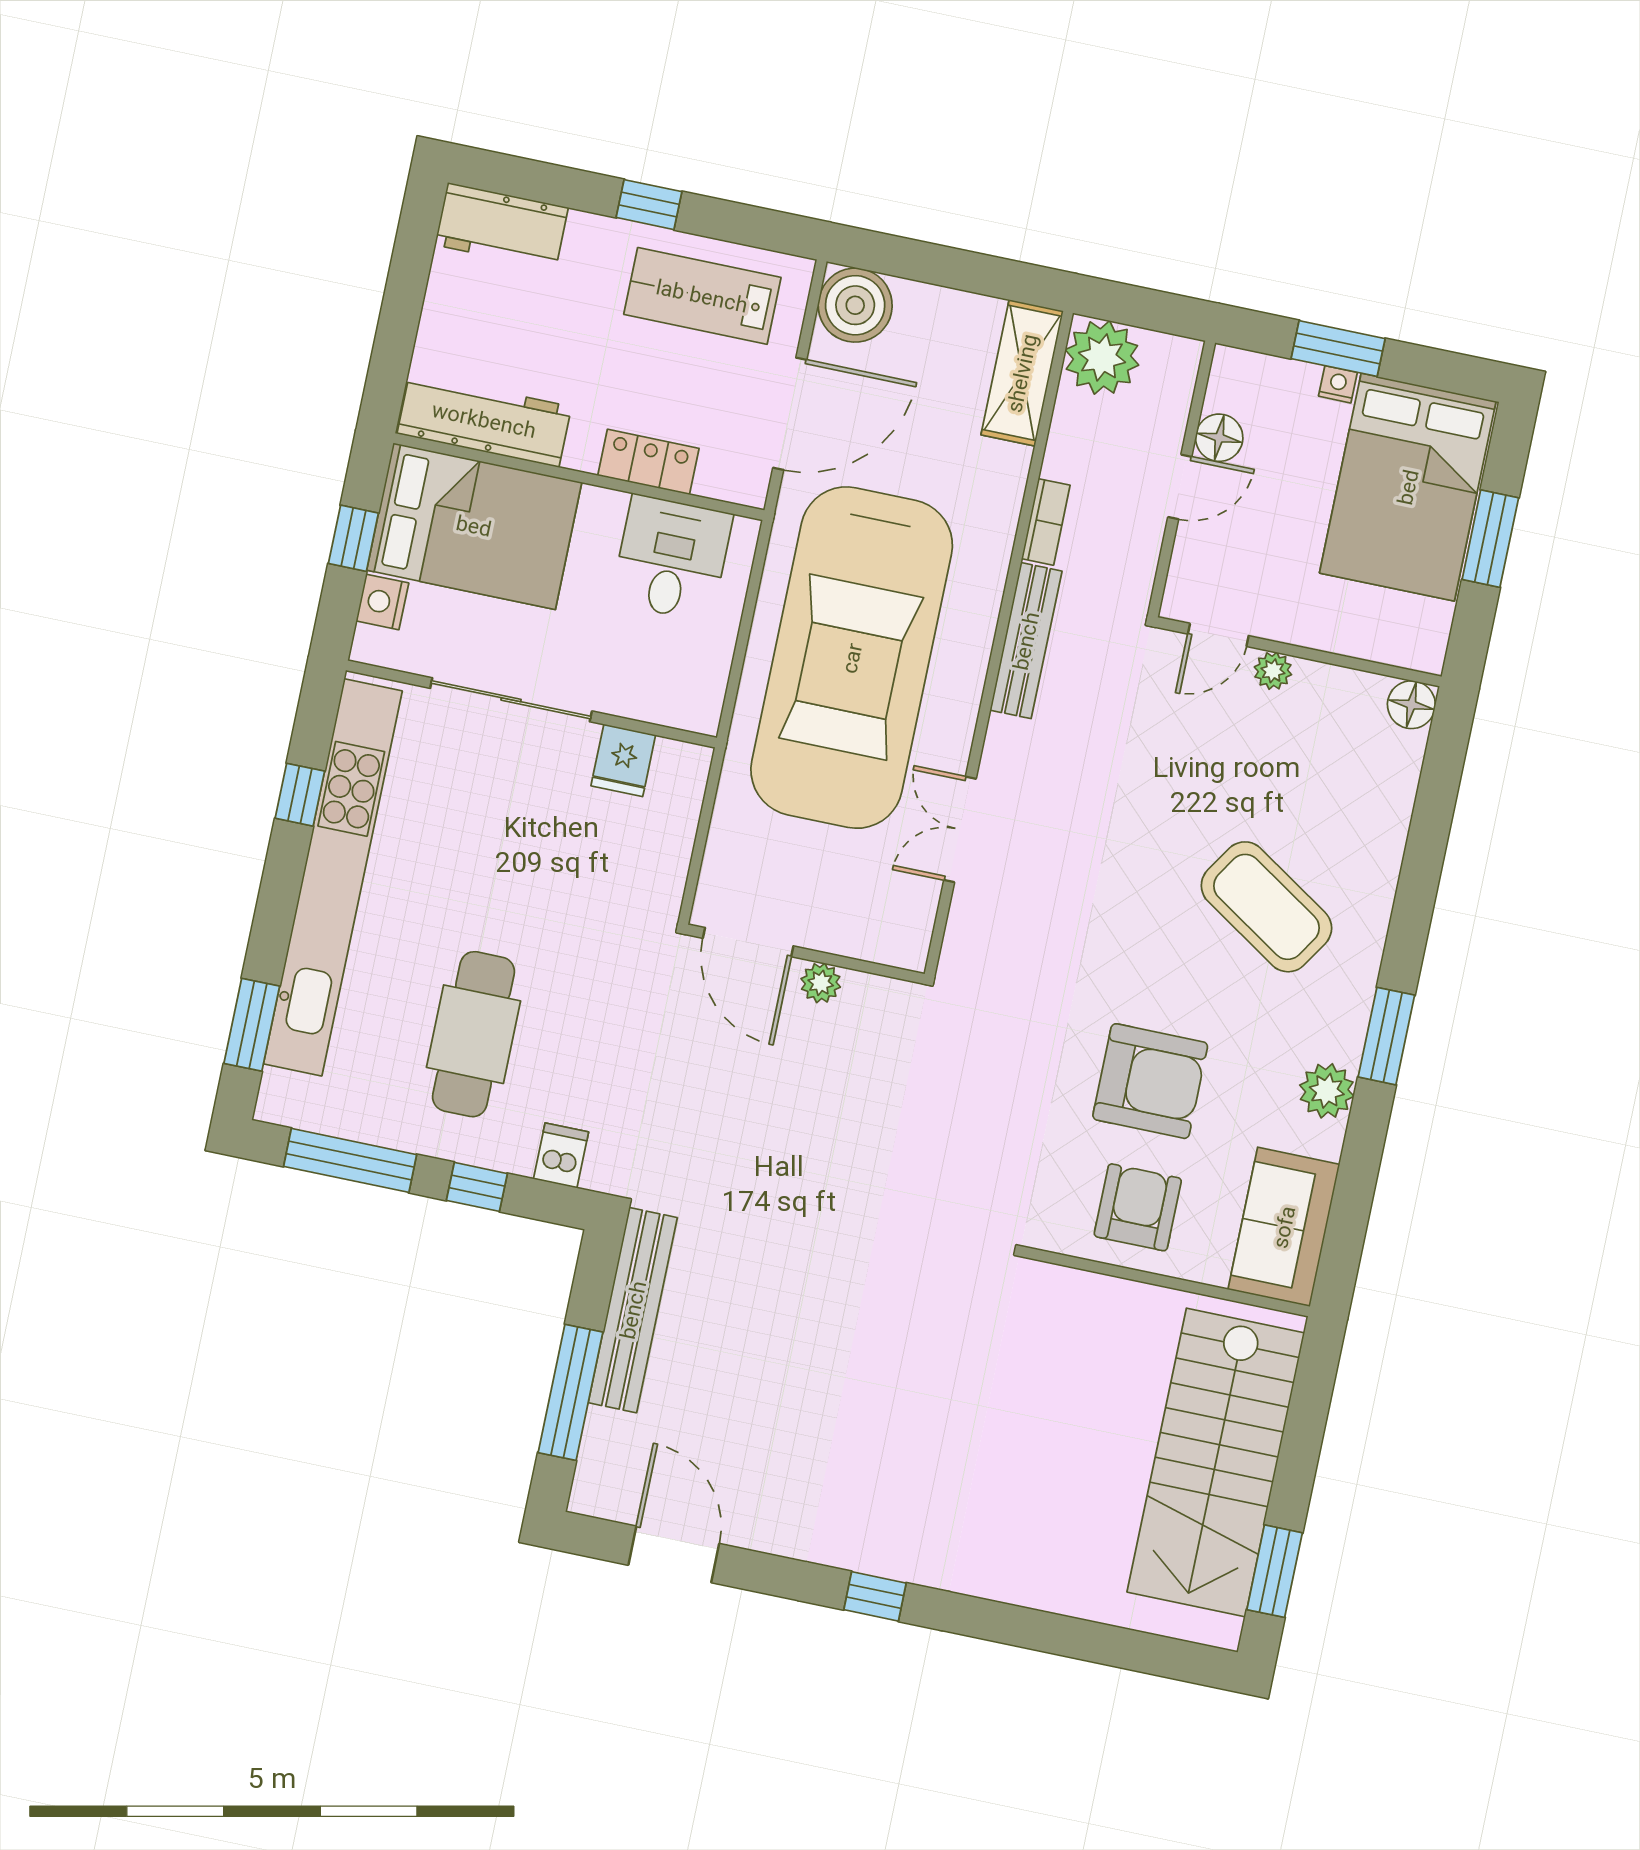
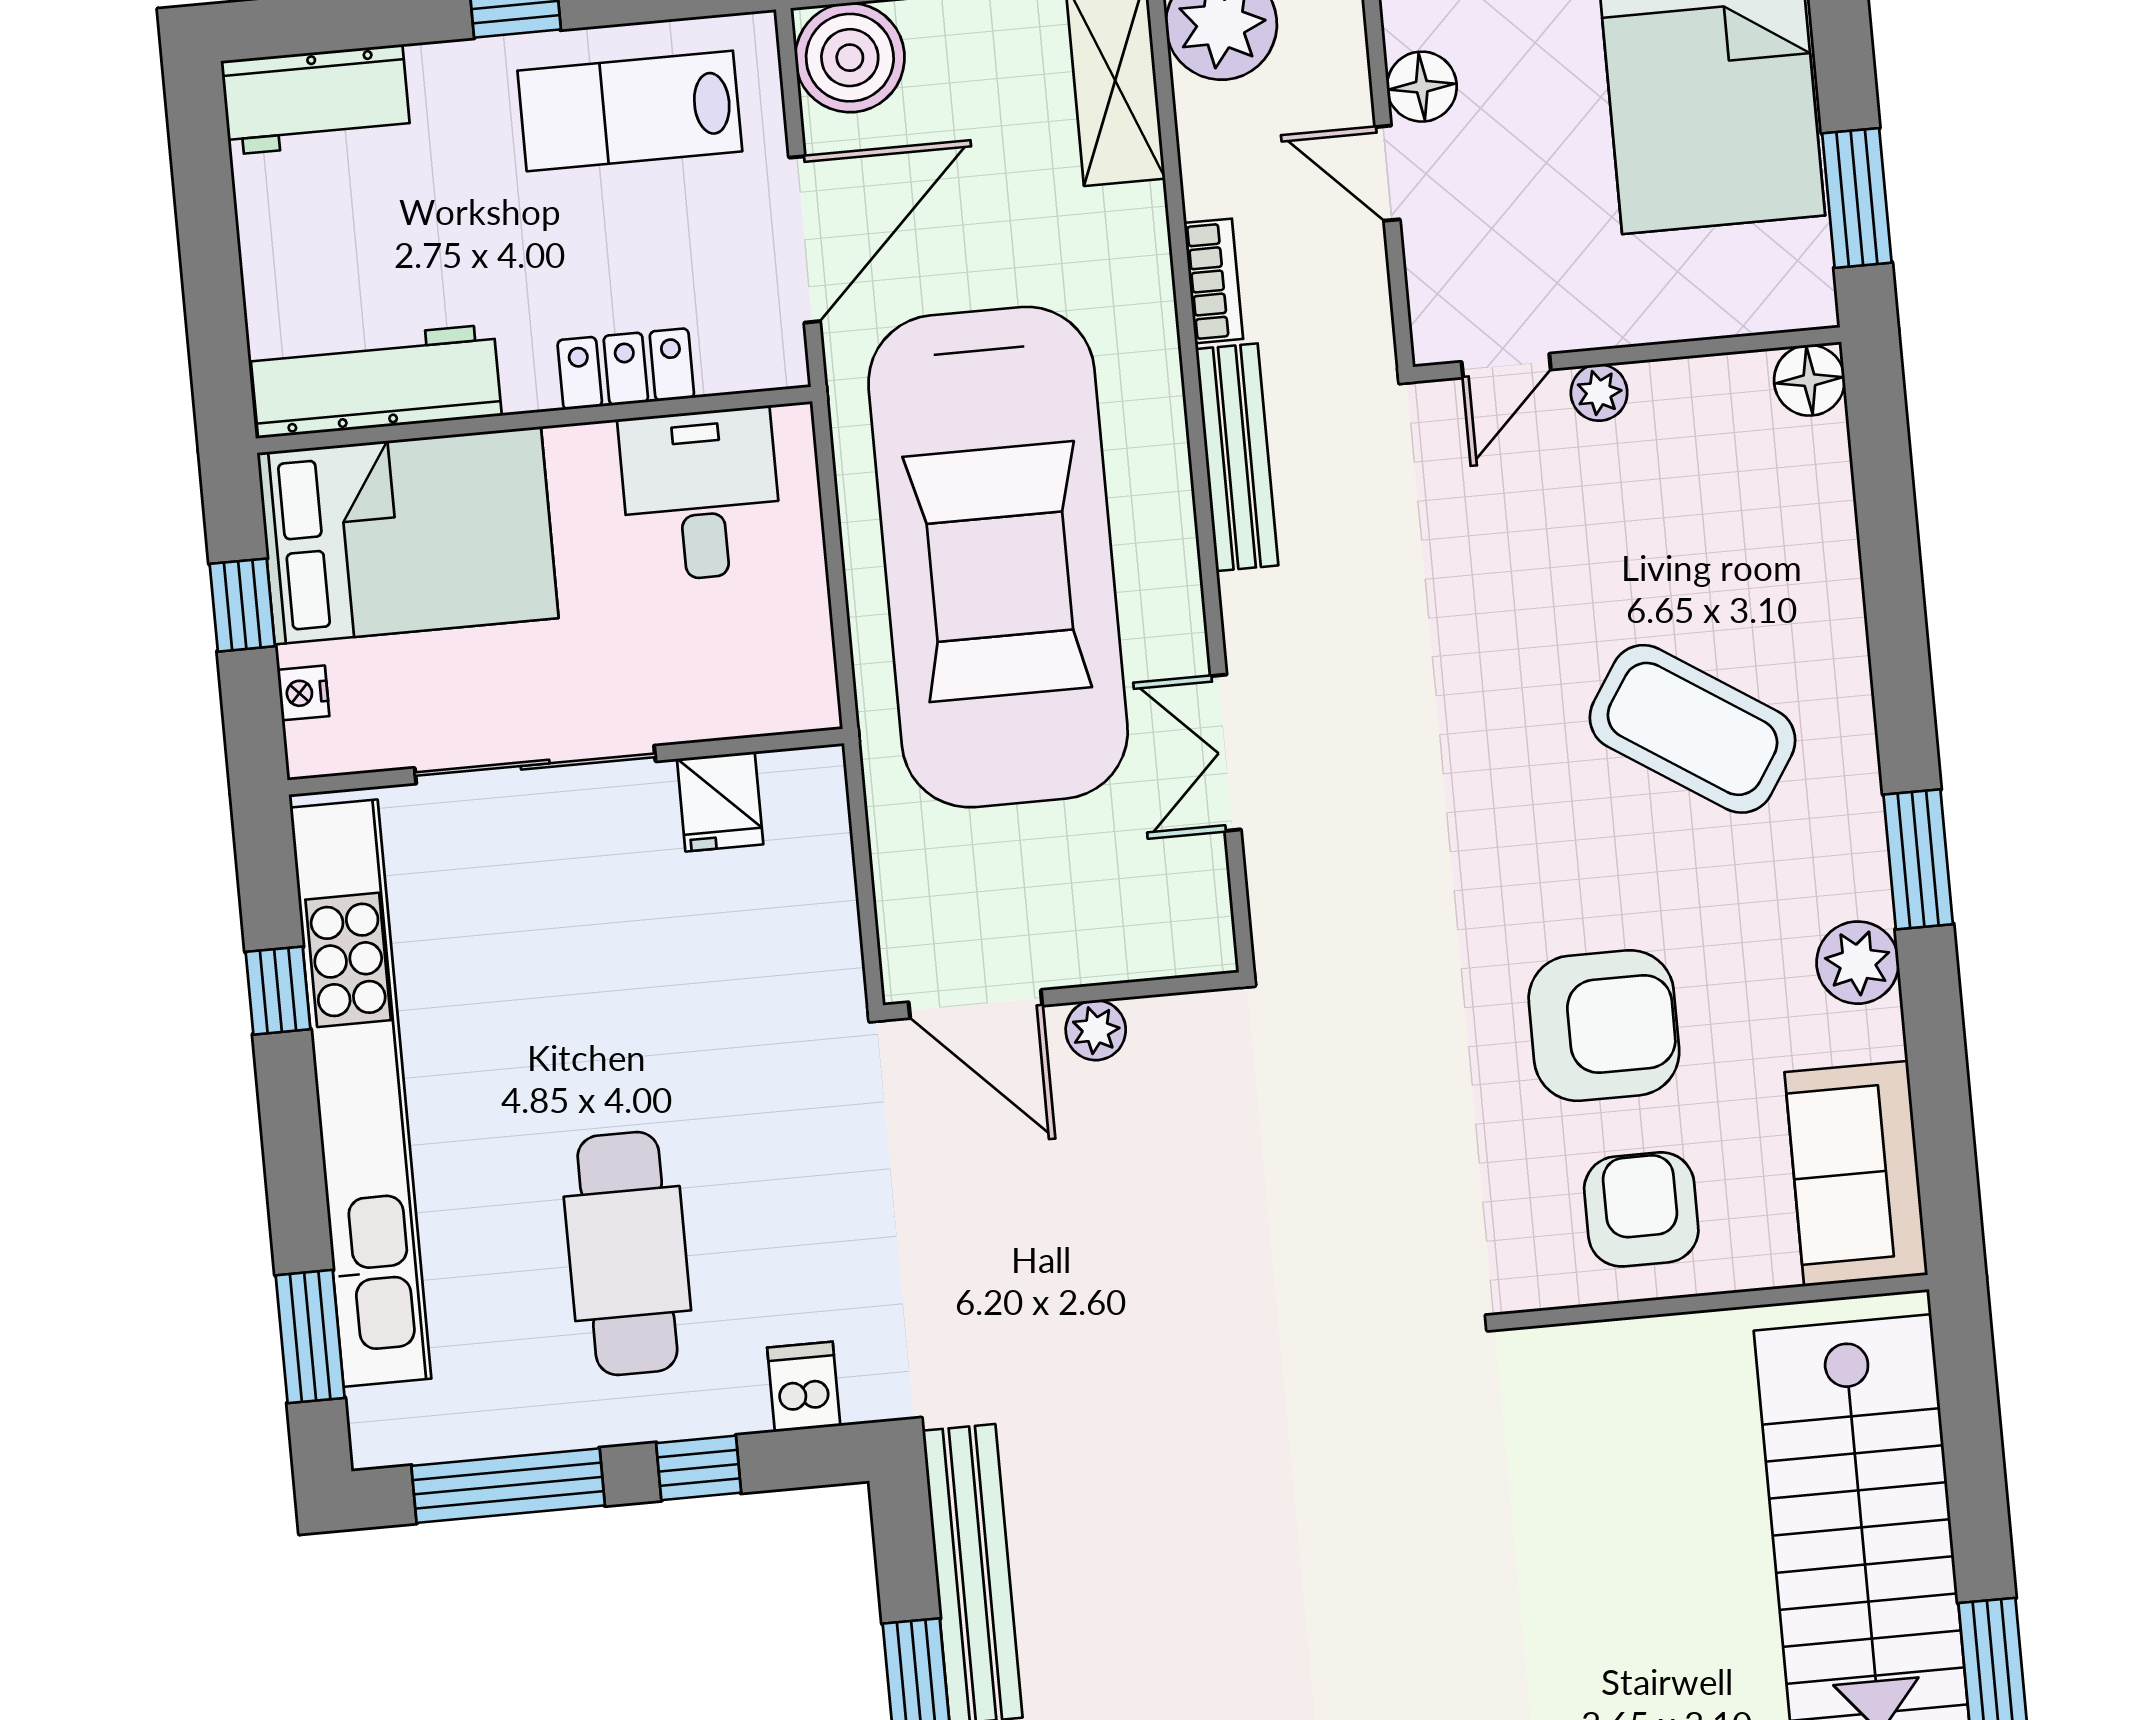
door: (1180, 487) -> (1388, 173), swing flipped
window: (1490, 539) -> (1857, 198), moved
nightstand: (382, 602) -> (303, 693), width x0.72, depth x0.74

